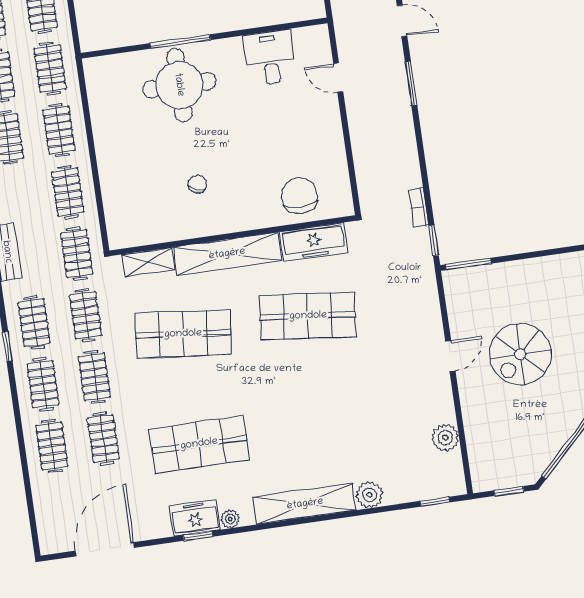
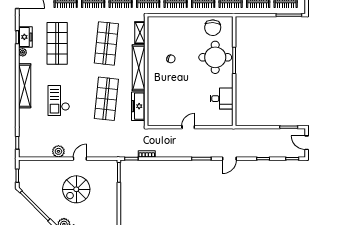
door: (338, 78) -> (188, 127), moved
chair: (299, 196) -> (213, 28), moved, turned 92
spiral stairs: (520, 354) -> (76, 189), turned -90
door: (450, 356) -> (80, 159), swing flipped
checkout: (327, 422) -> (59, 100), added
plant: (445, 438) -> (58, 151), moved
plant: (370, 495) -> (24, 115), removed

